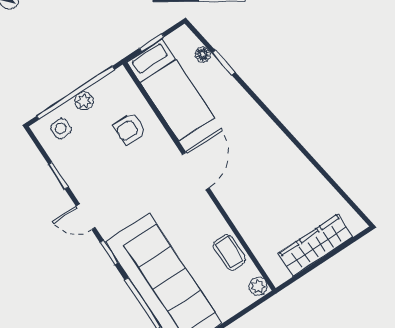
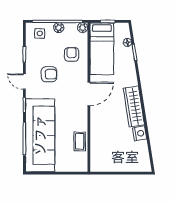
armchair: (130, 129) -> (72, 54), turned 90
nightstand: (312, 180) -> (140, 133), added
armchair: (116, 181) -> (49, 74), added
wardrobe: (316, 245) -> (134, 106), moved, turned -99
plant: (258, 286) -> (83, 28), moved

